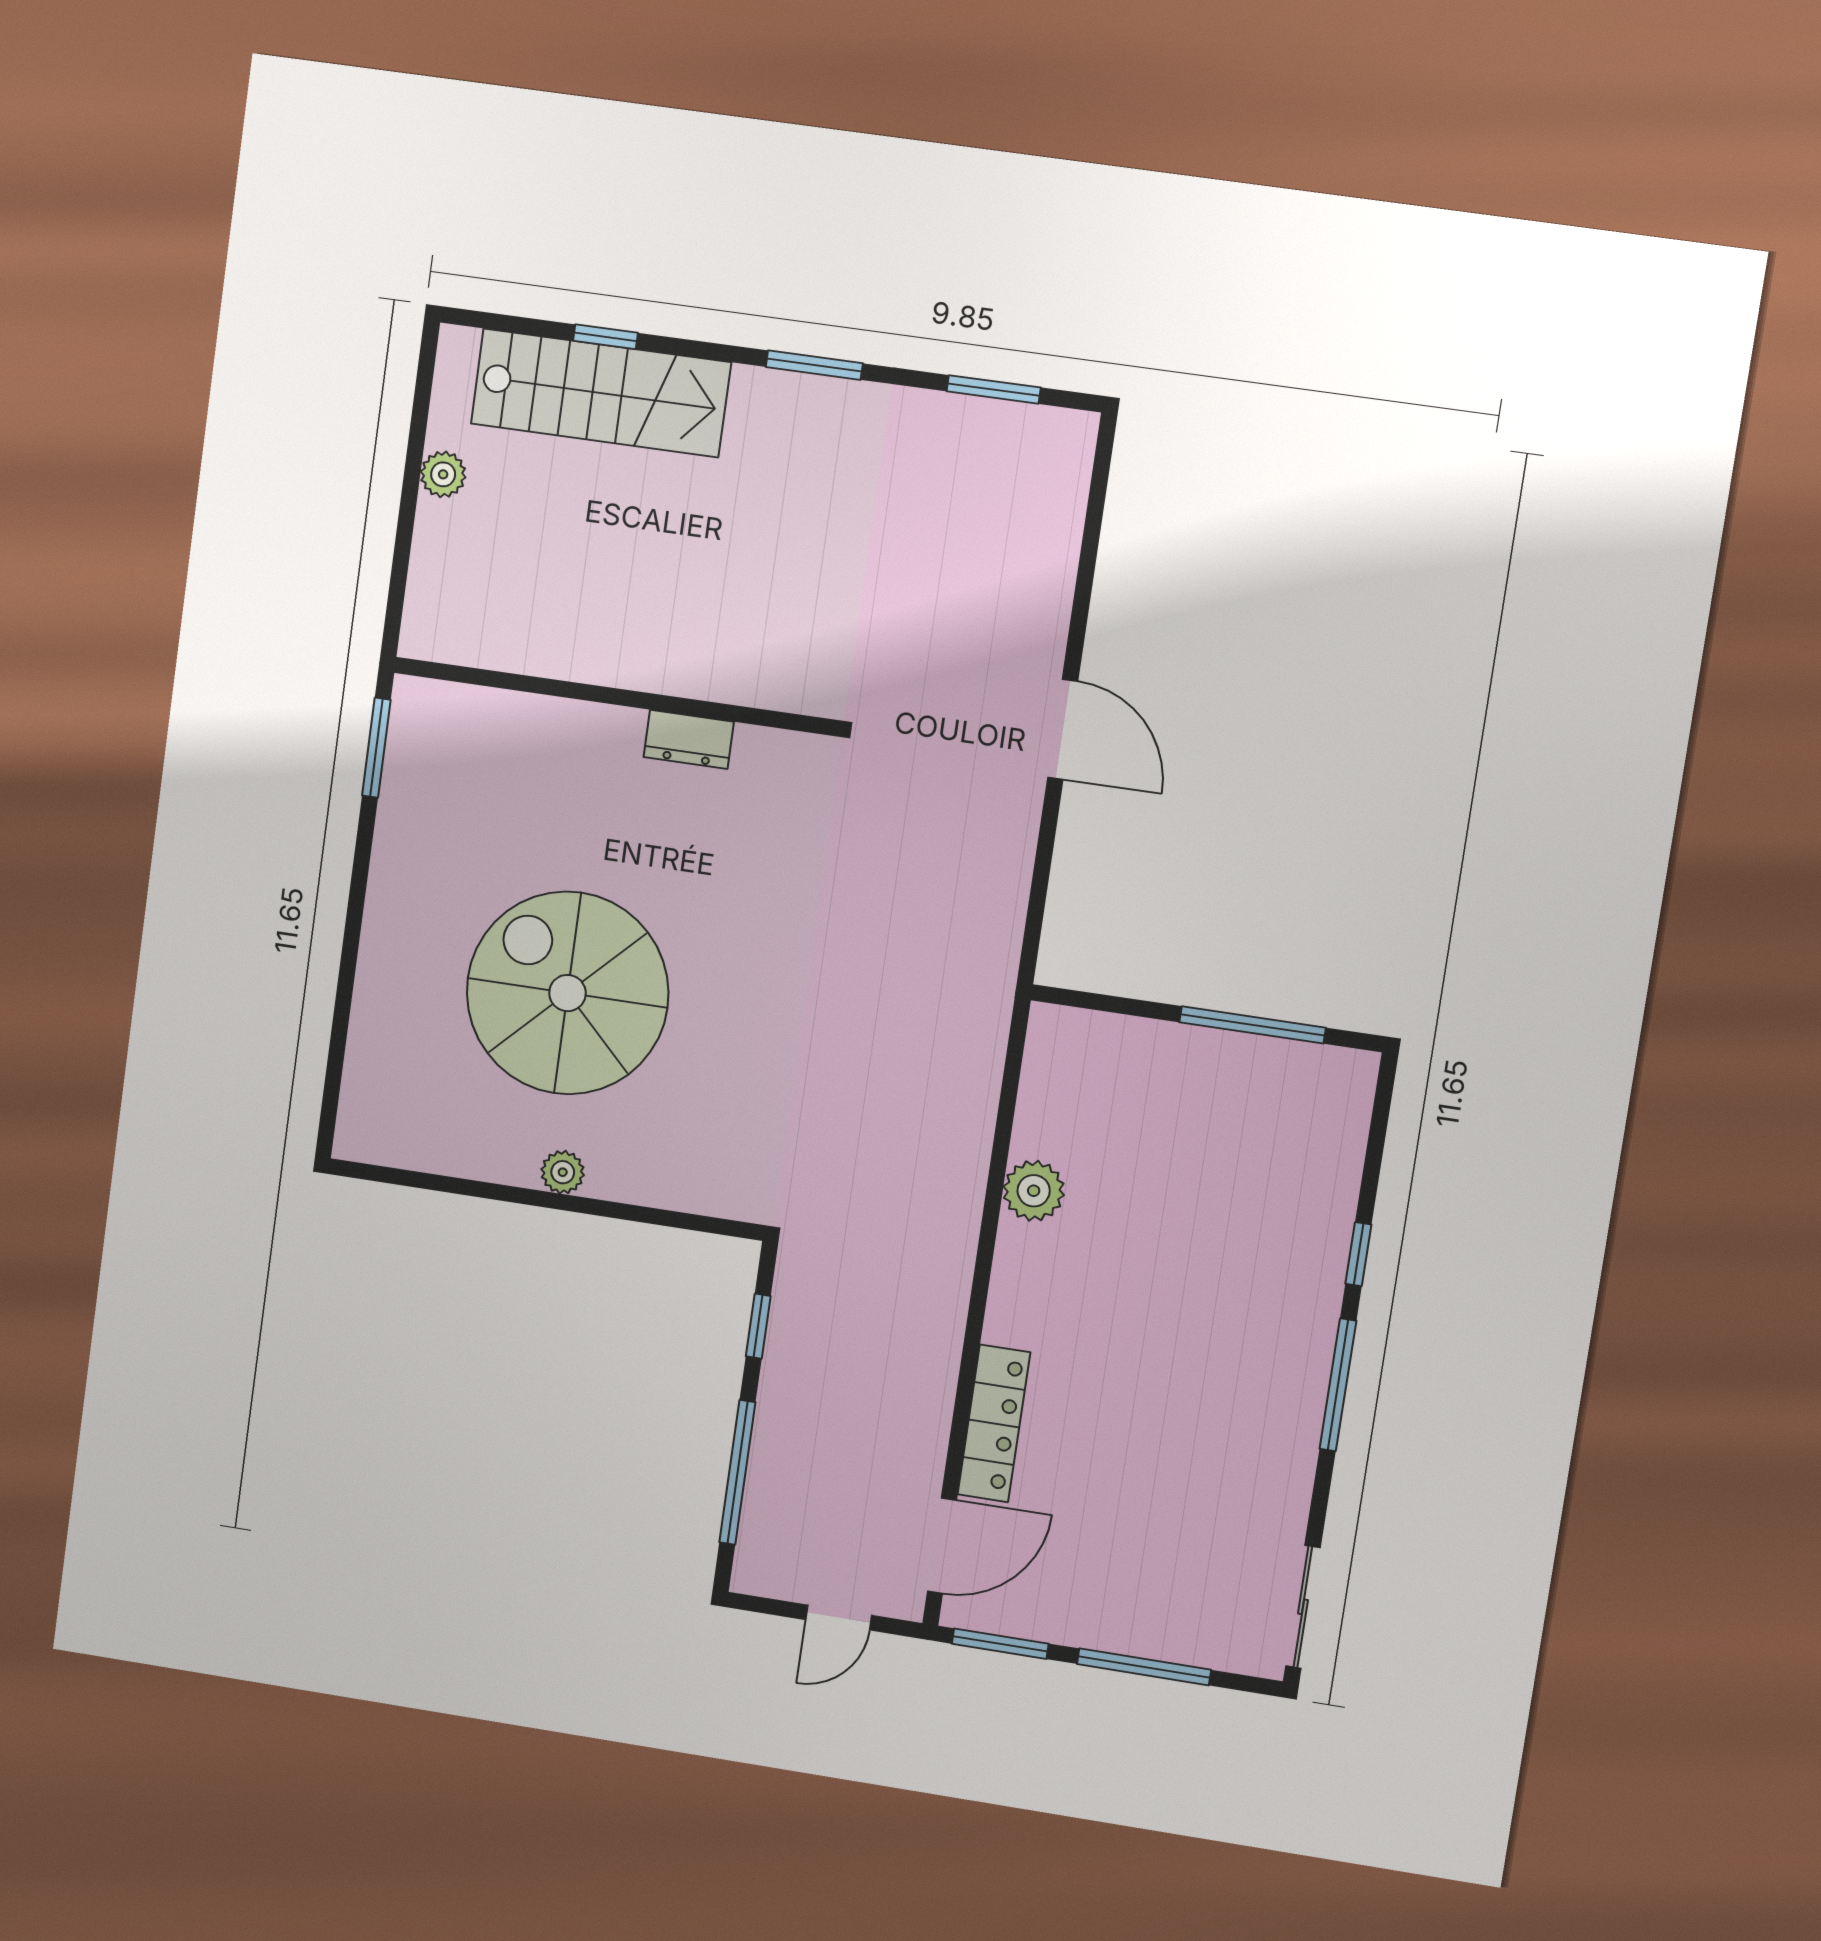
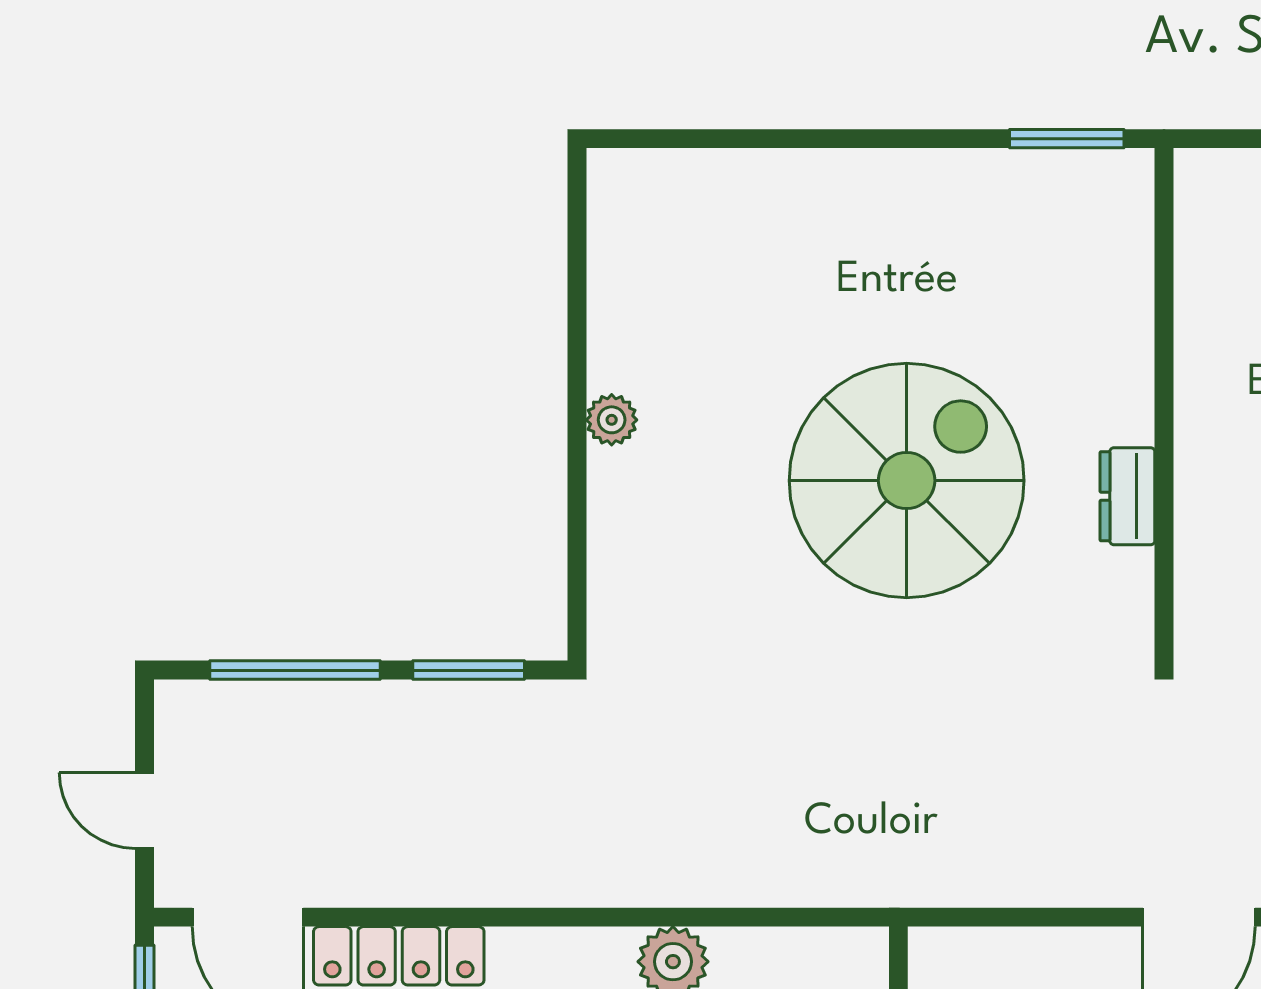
spiral stairs: (567, 993) -> (907, 481), moved
window: (758, 1326) -> (469, 670), width x1.50

